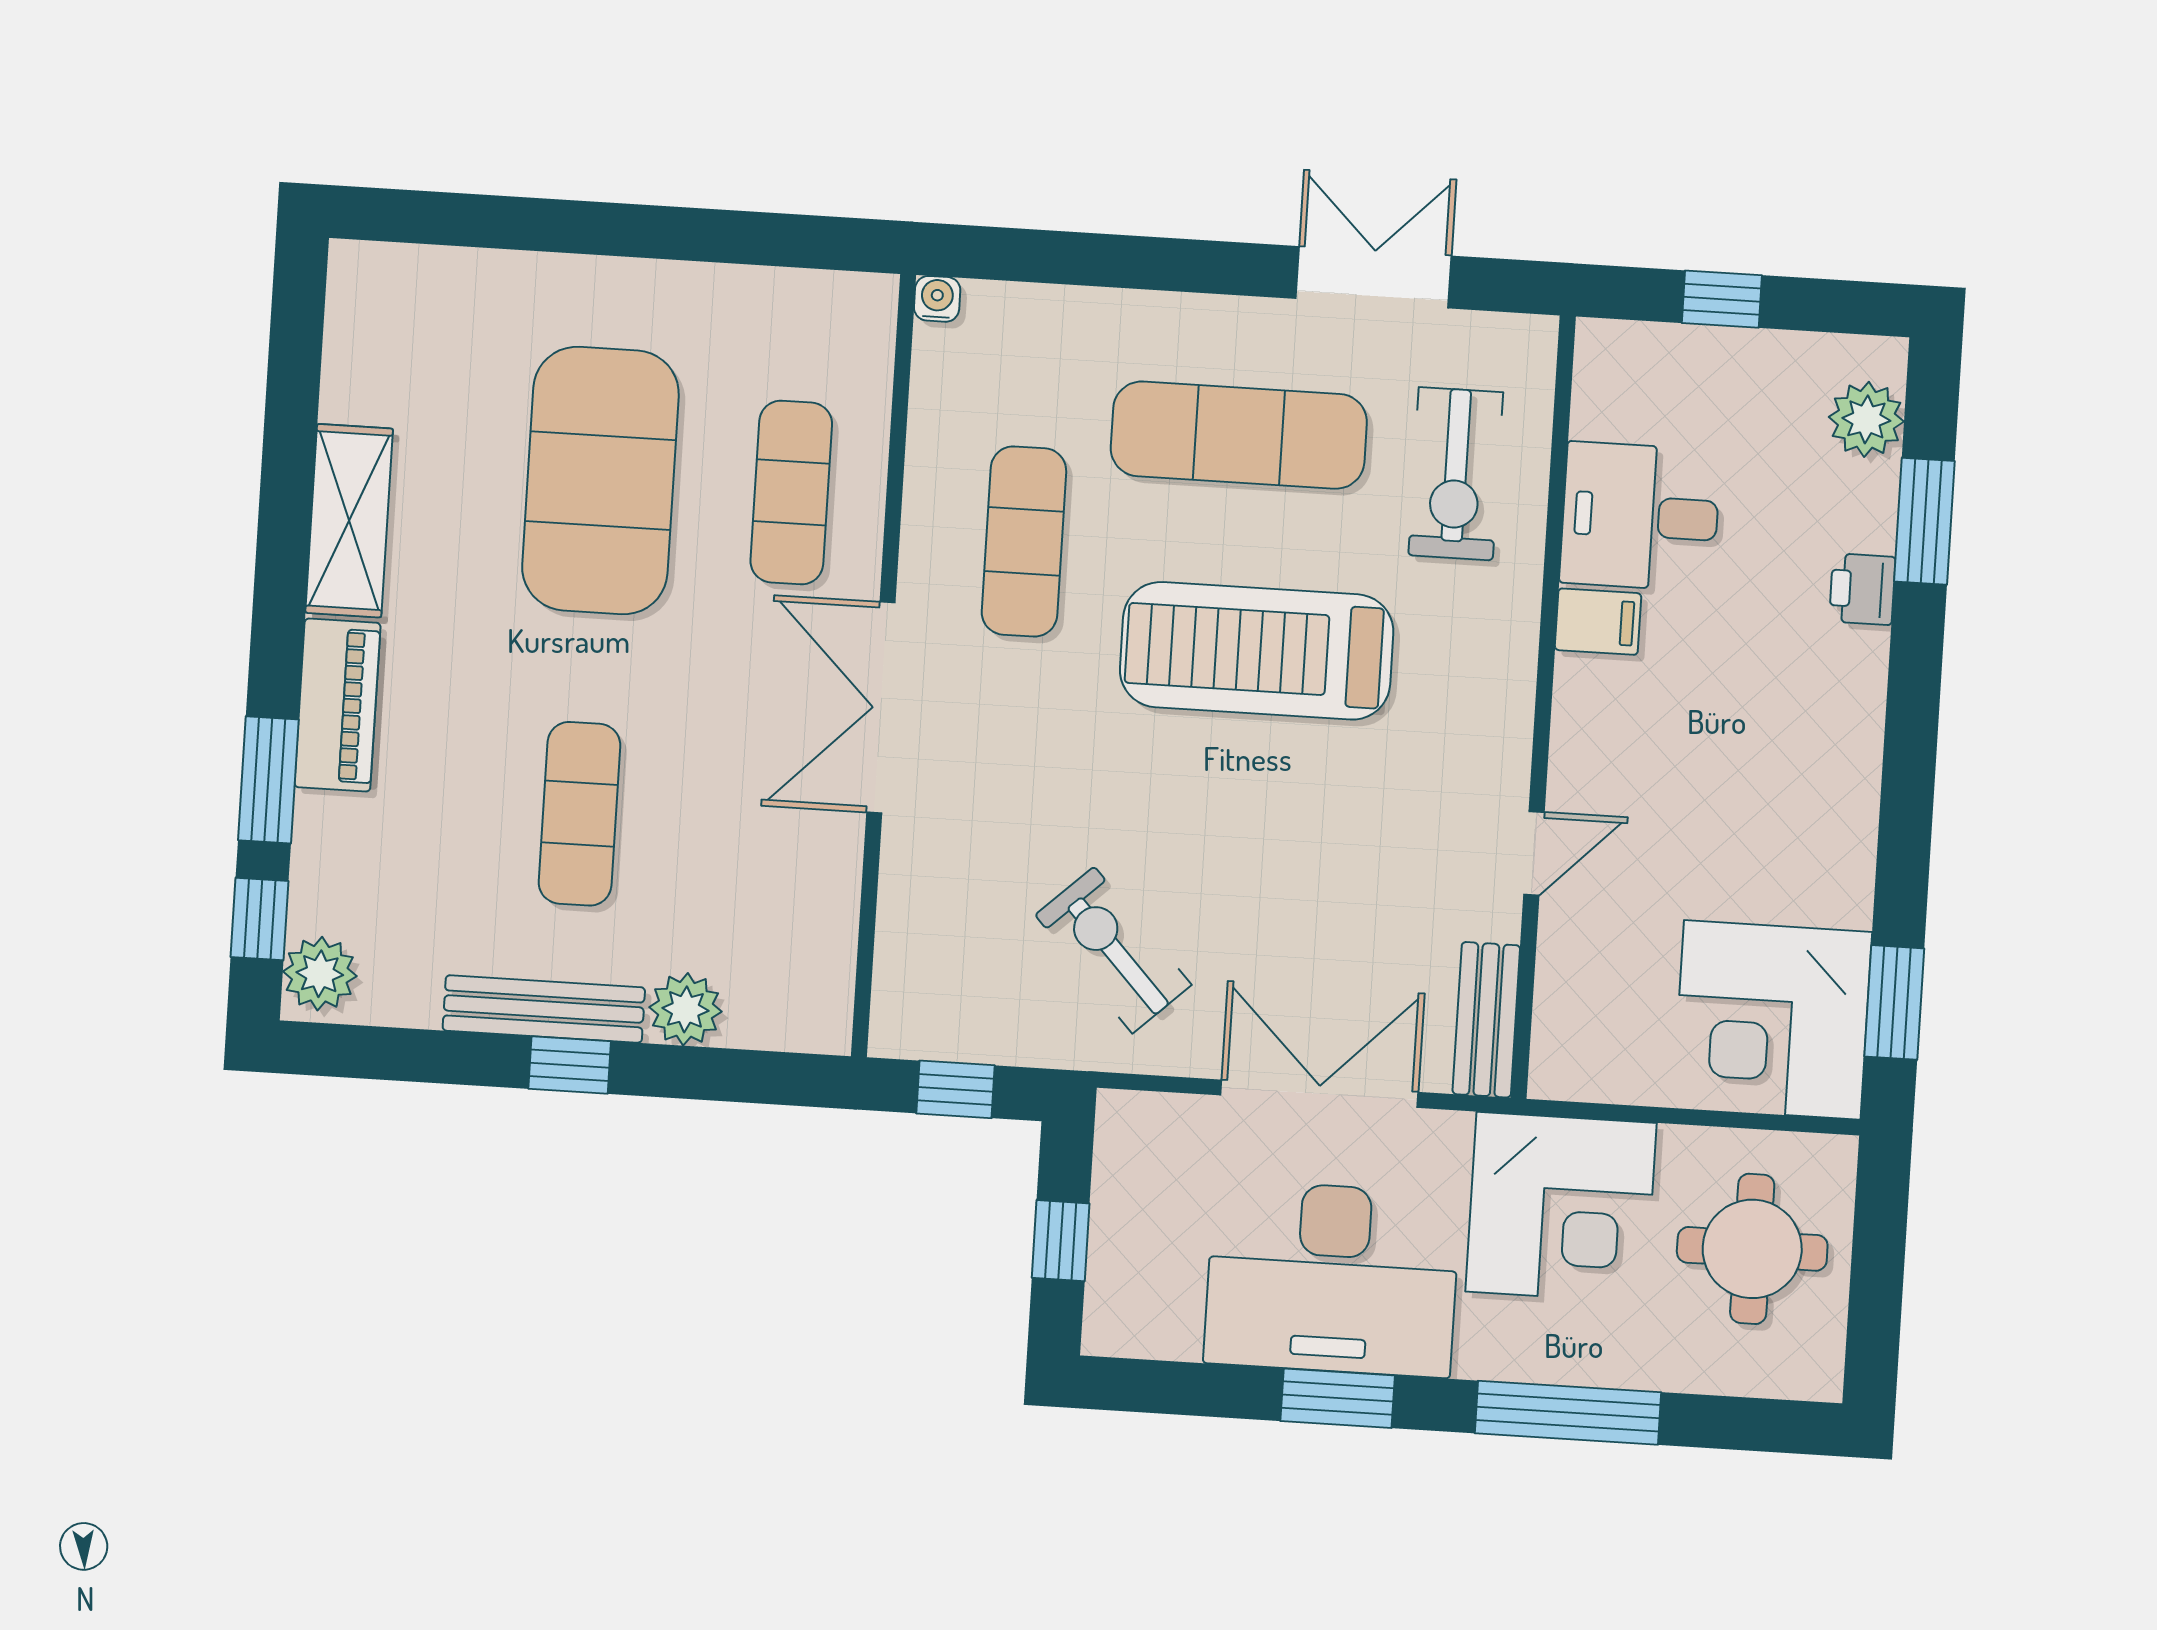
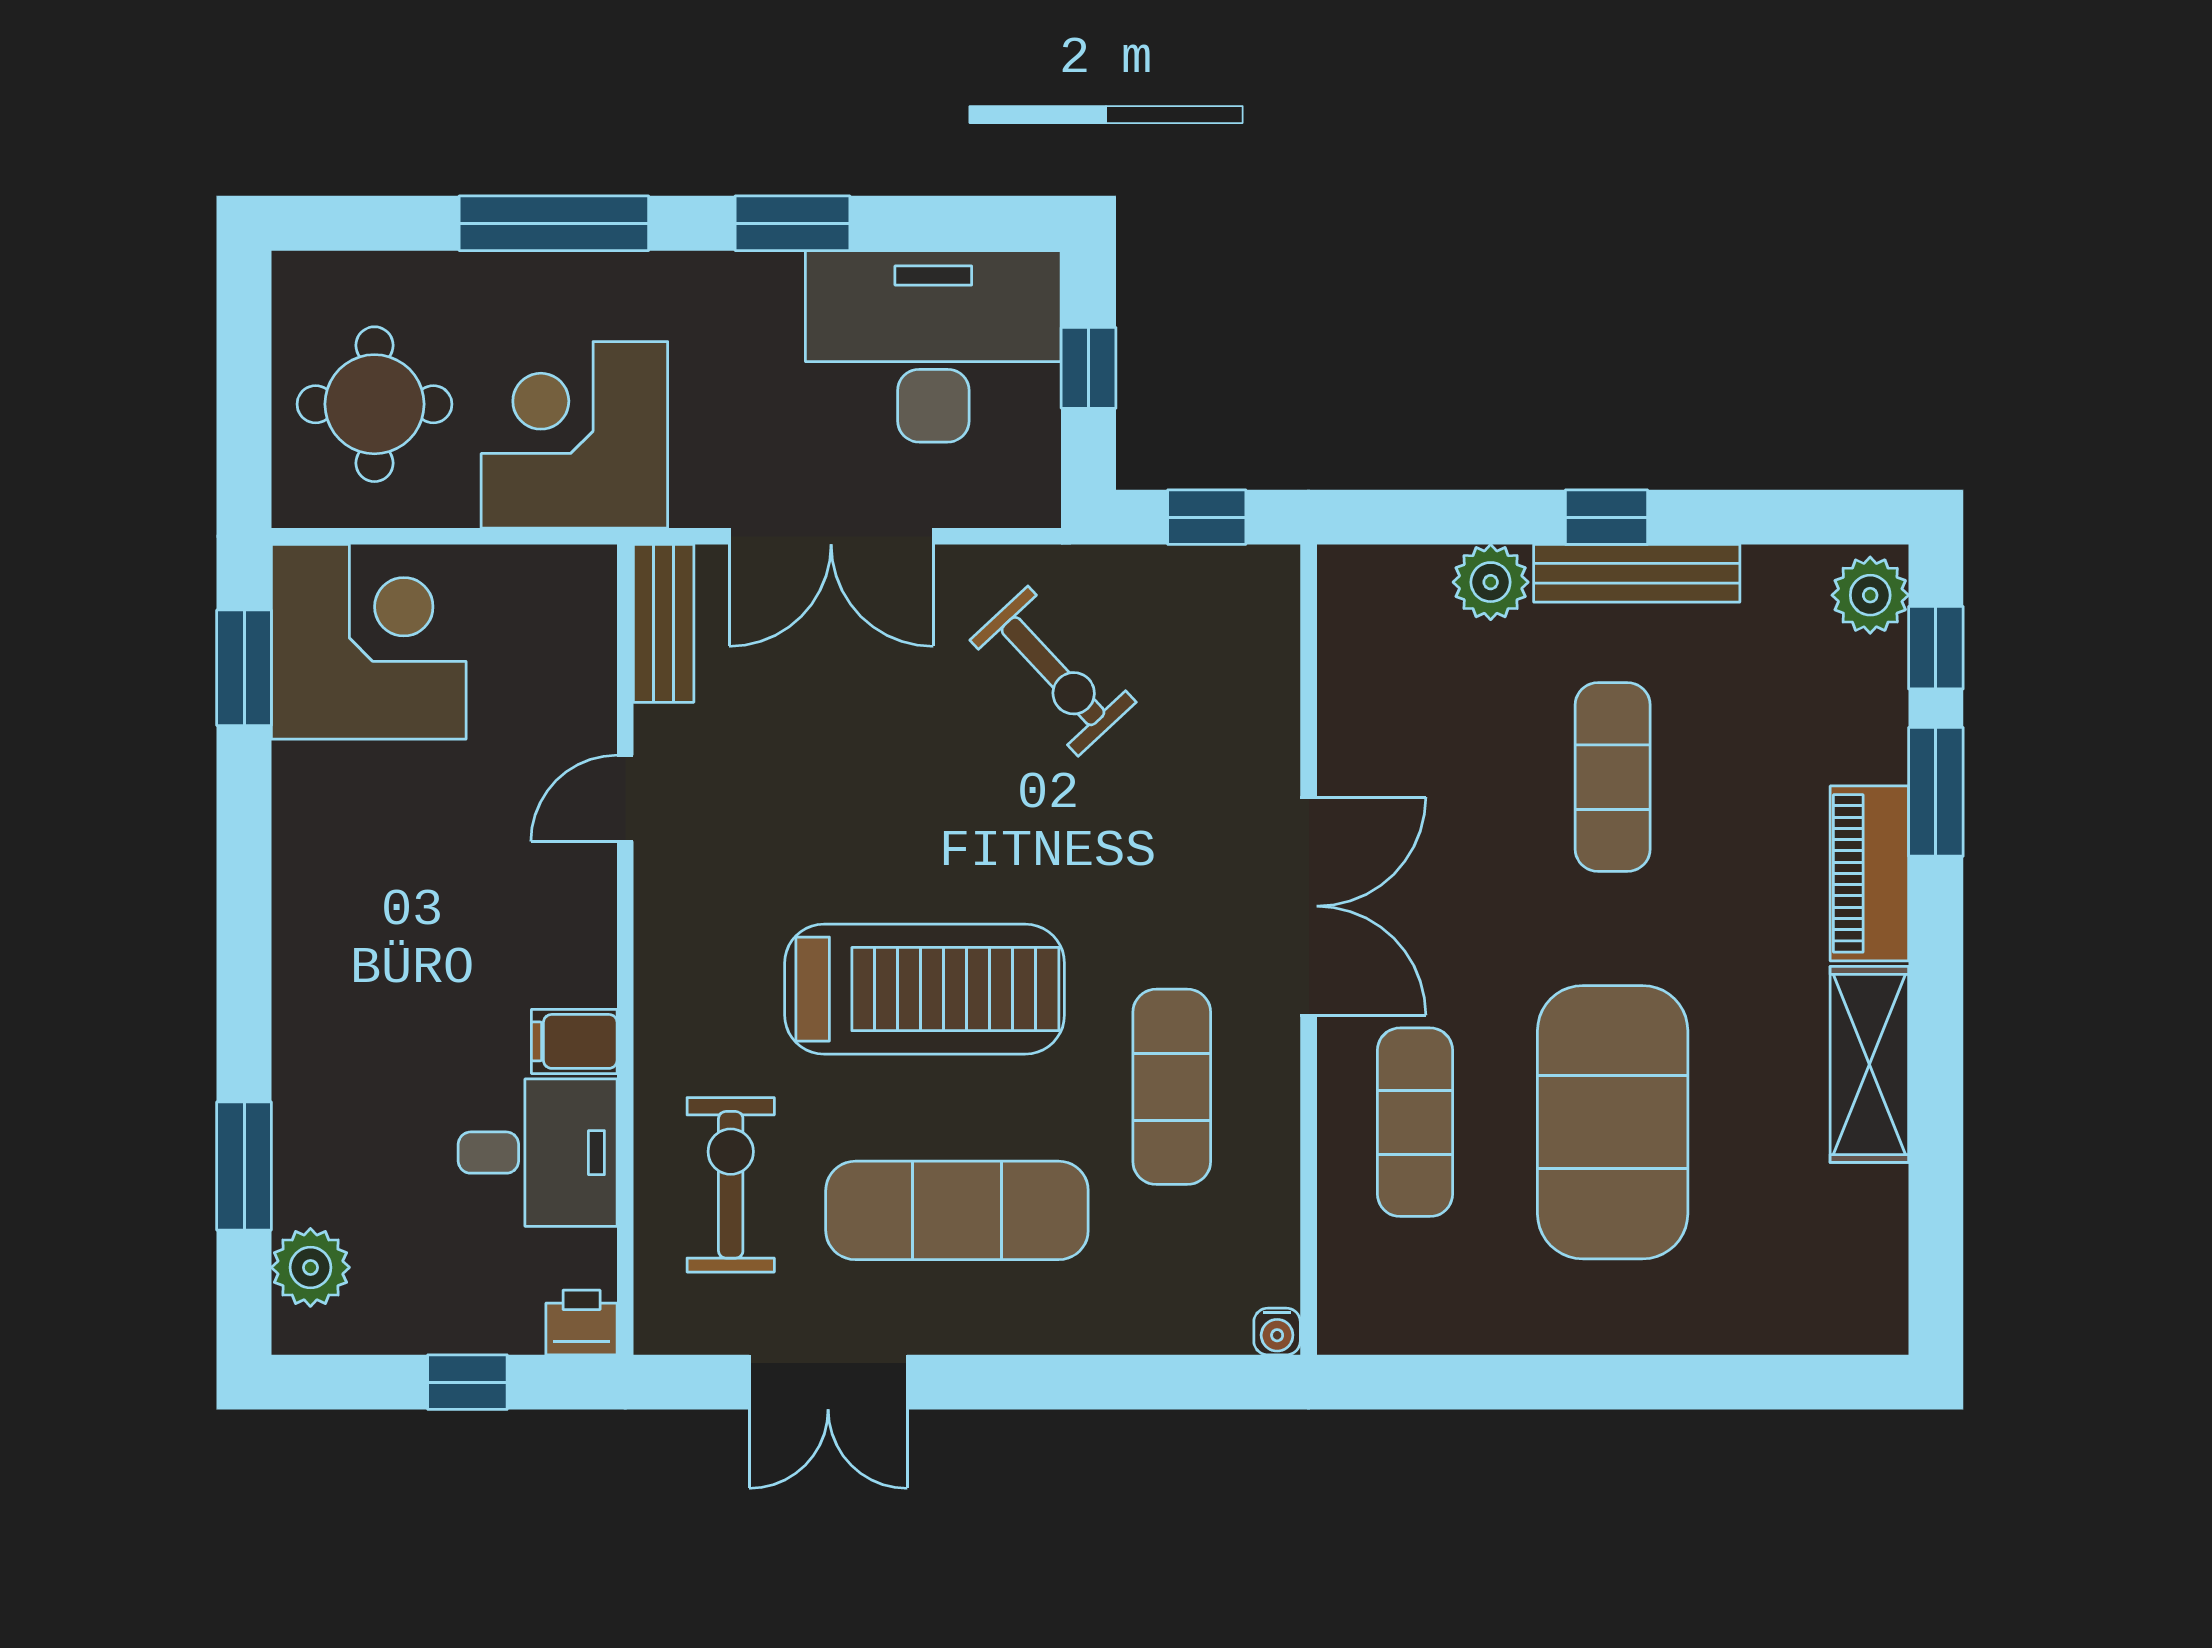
printer: (1862, 589) -> (582, 1322), moved, turned -90
desk: (1332, 1279) -> (933, 346), moved

